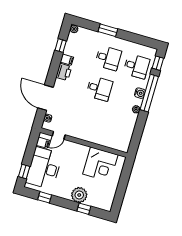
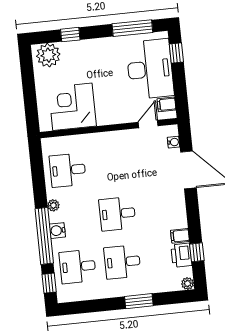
printer: (64, 72) -> (181, 255), moved
desk: (119, 127) -> (68, 170), added
plant: (79, 195) -> (48, 55), moved
window: (45, 197) -> (132, 28), width x2.17

